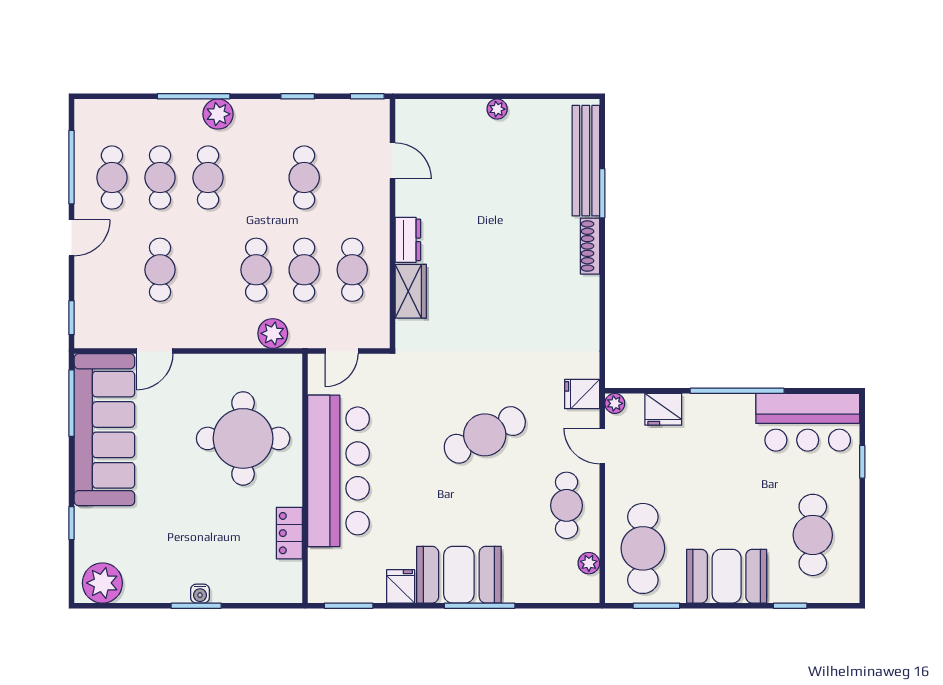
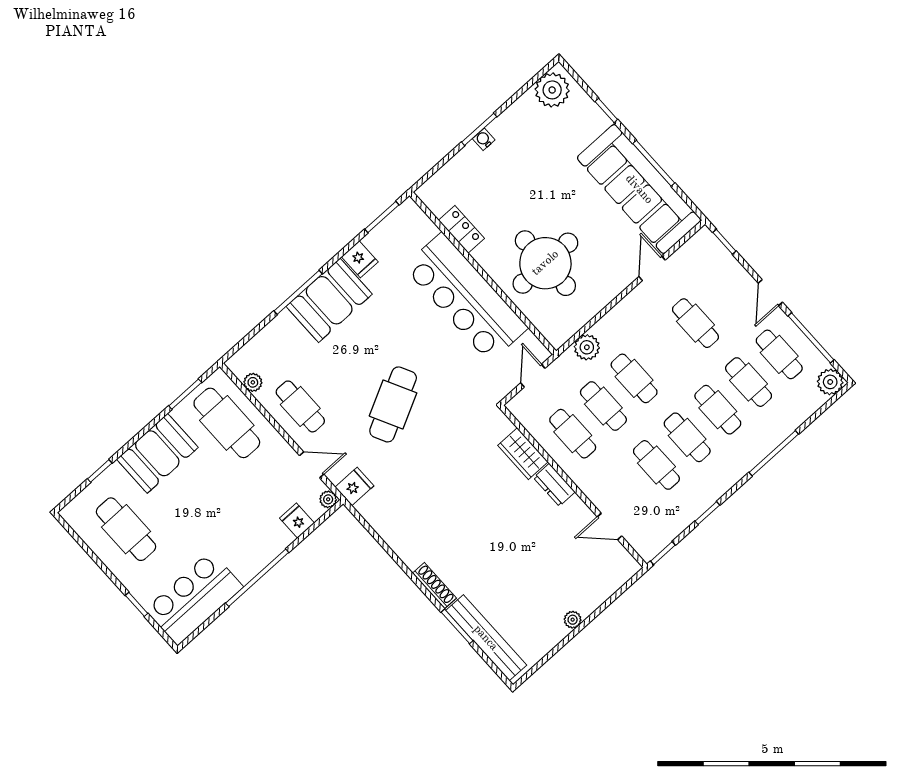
plant: (218, 114) -> (830, 382), moved
cafe table: (256, 178) -> (687, 437), added
window: (72, 403) -> (654, 163), moved
fridge: (663, 409) -> (297, 521), width x0.72

